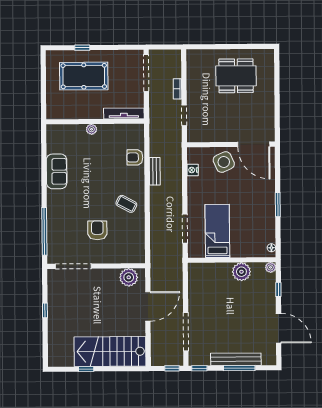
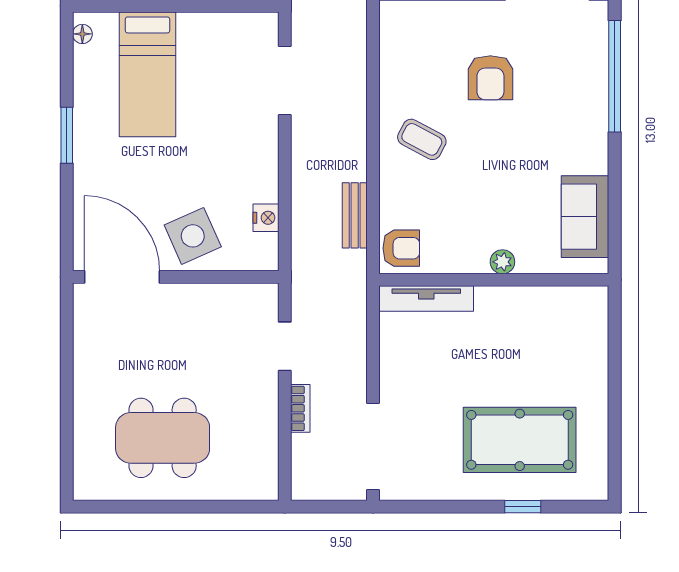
tv unit: (124, 113) -> (426, 299), moved
wall: (95, 122) -> (494, 280), moved
plant: (91, 129) -> (502, 262), moved
bed: (217, 231) -> (148, 74), moved

